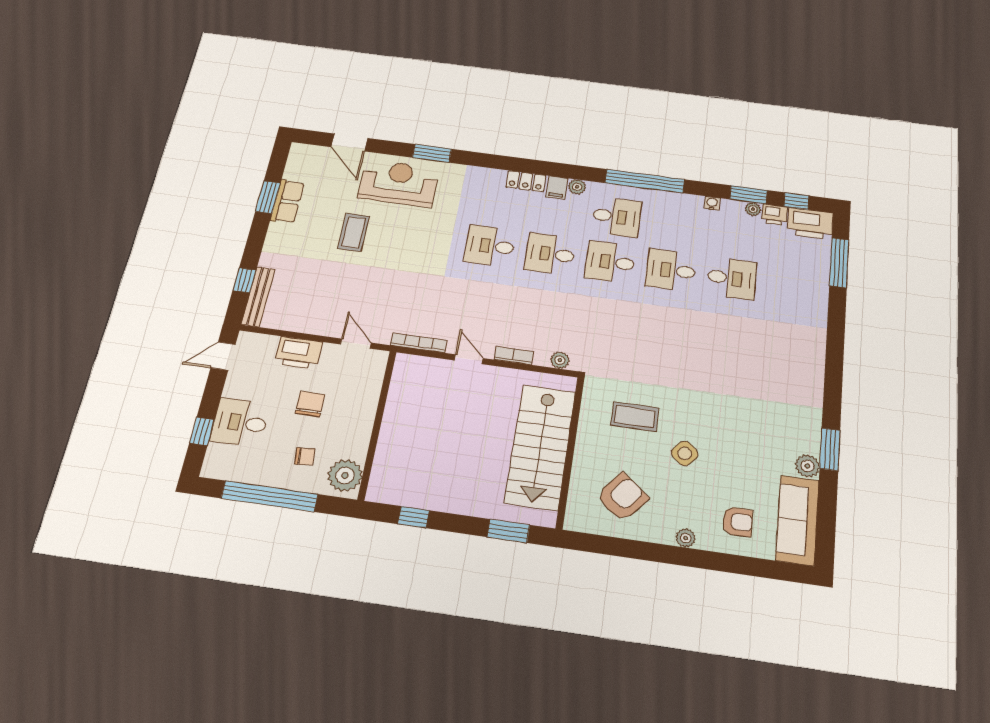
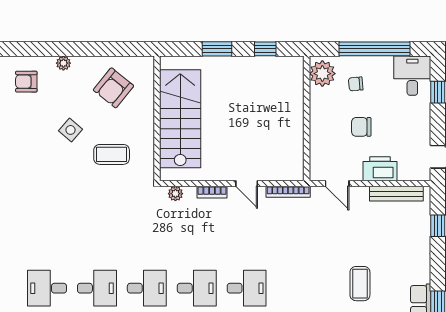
bench: (258, 297) -> (396, 194), moved, turned 90
chair: (310, 404) -> (361, 127), turned 90
desk: (240, 422) -> (412, 76), moved, turned -90
window: (508, 531) -> (217, 49), moved

